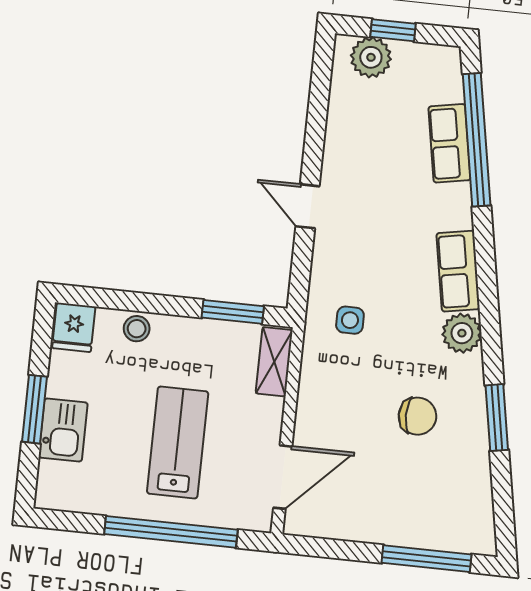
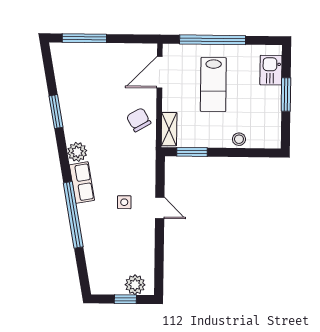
window: (477, 140) -> (73, 215), moved
row of seats: (449, 143) -> (92, 246), removed
side table: (350, 320) -> (124, 202), moved
fridge: (74, 327) -> (270, 137), removed
chair: (417, 416) -> (139, 120), moved, turned 60
kitchen sink: (63, 430) -> (271, 70), moved

